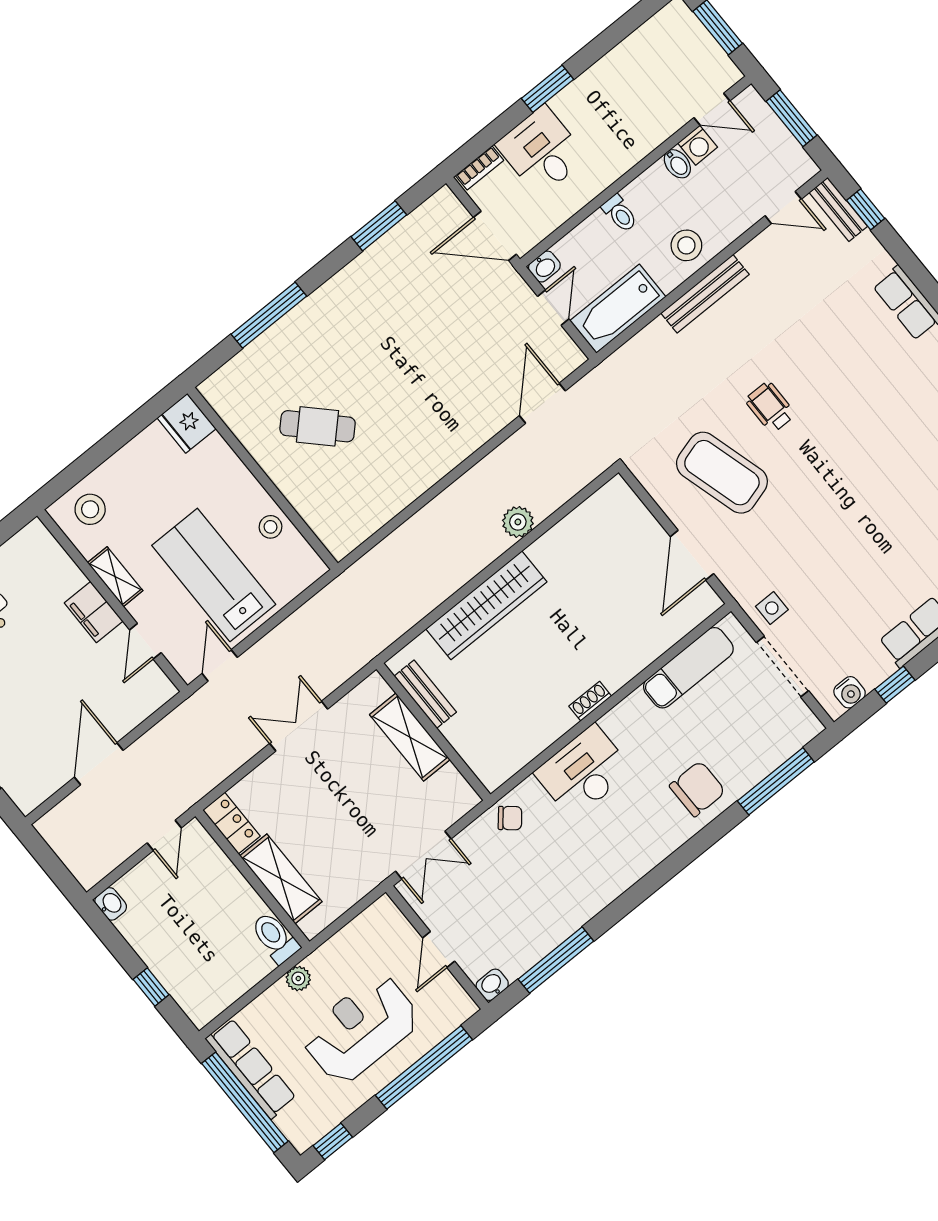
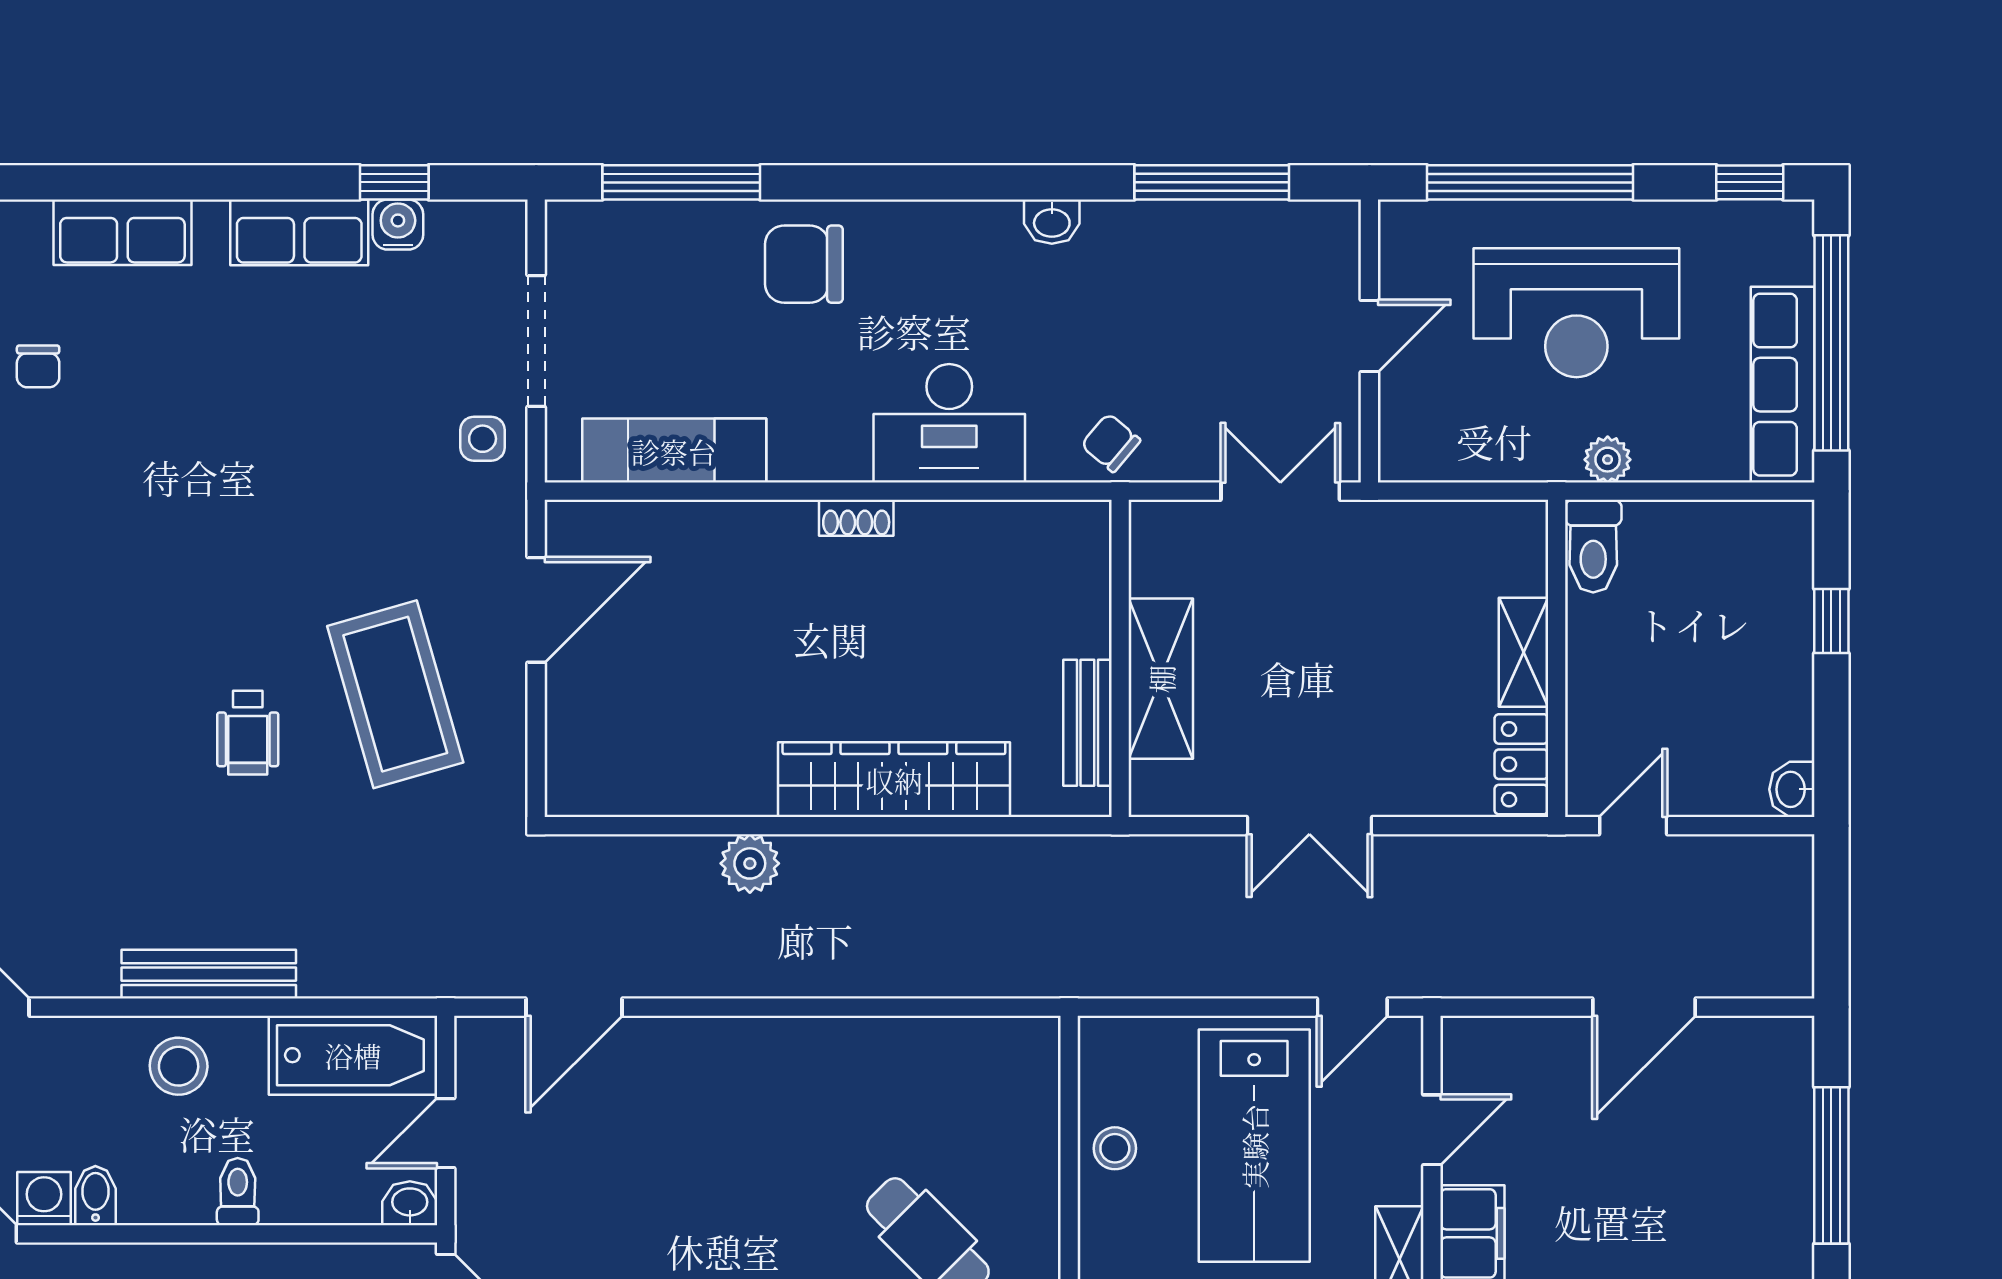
water cooler: (850, 692) -> (398, 225), moved
shelving: (281, 879) -> (1523, 652), width x0.67, depth x0.75
washbasin: (492, 985) -> (1052, 222), moved

